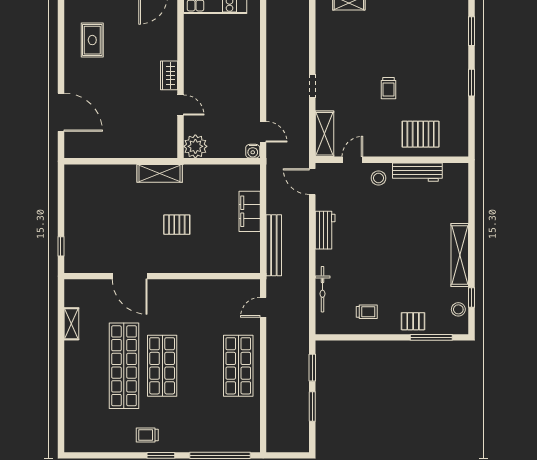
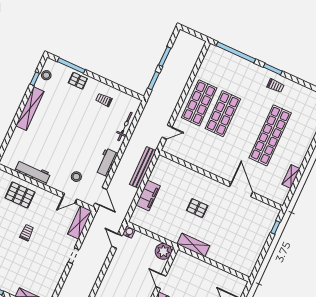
stool: (378, 178) -> (76, 177), moved
shop shelf: (162, 366) -> (223, 114), moved

